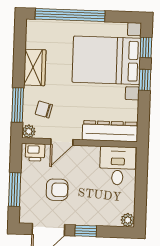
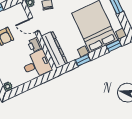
window: (145, 80) -> (83, 60), moved
printer: (35, 152) -> (35, 45), moved

